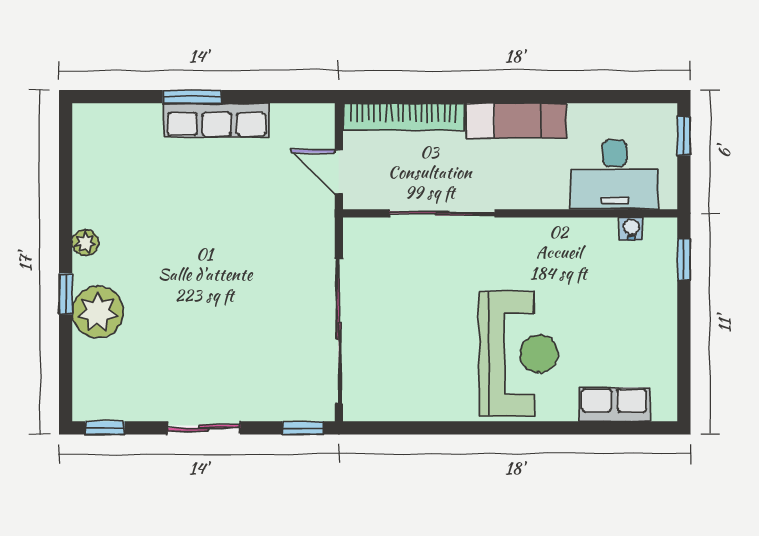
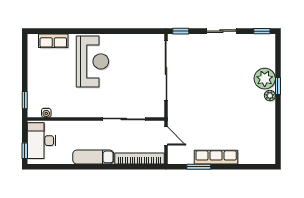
window: (192, 97) -> (199, 167), moved
desk: (615, 175) -> (42, 141), moved, turned -90
plant: (85, 243) -> (270, 96), moved
reception desk: (519, 354) -> (92, 61), turned 180

